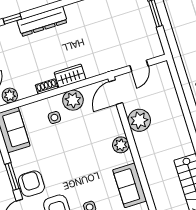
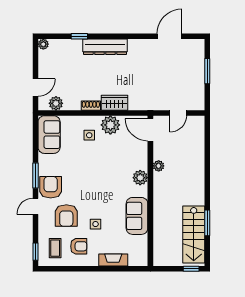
door: (116, 92) -> (150, 130), hinge flipped
plant: (139, 120) -> (159, 166), width x0.53, depth x0.53

